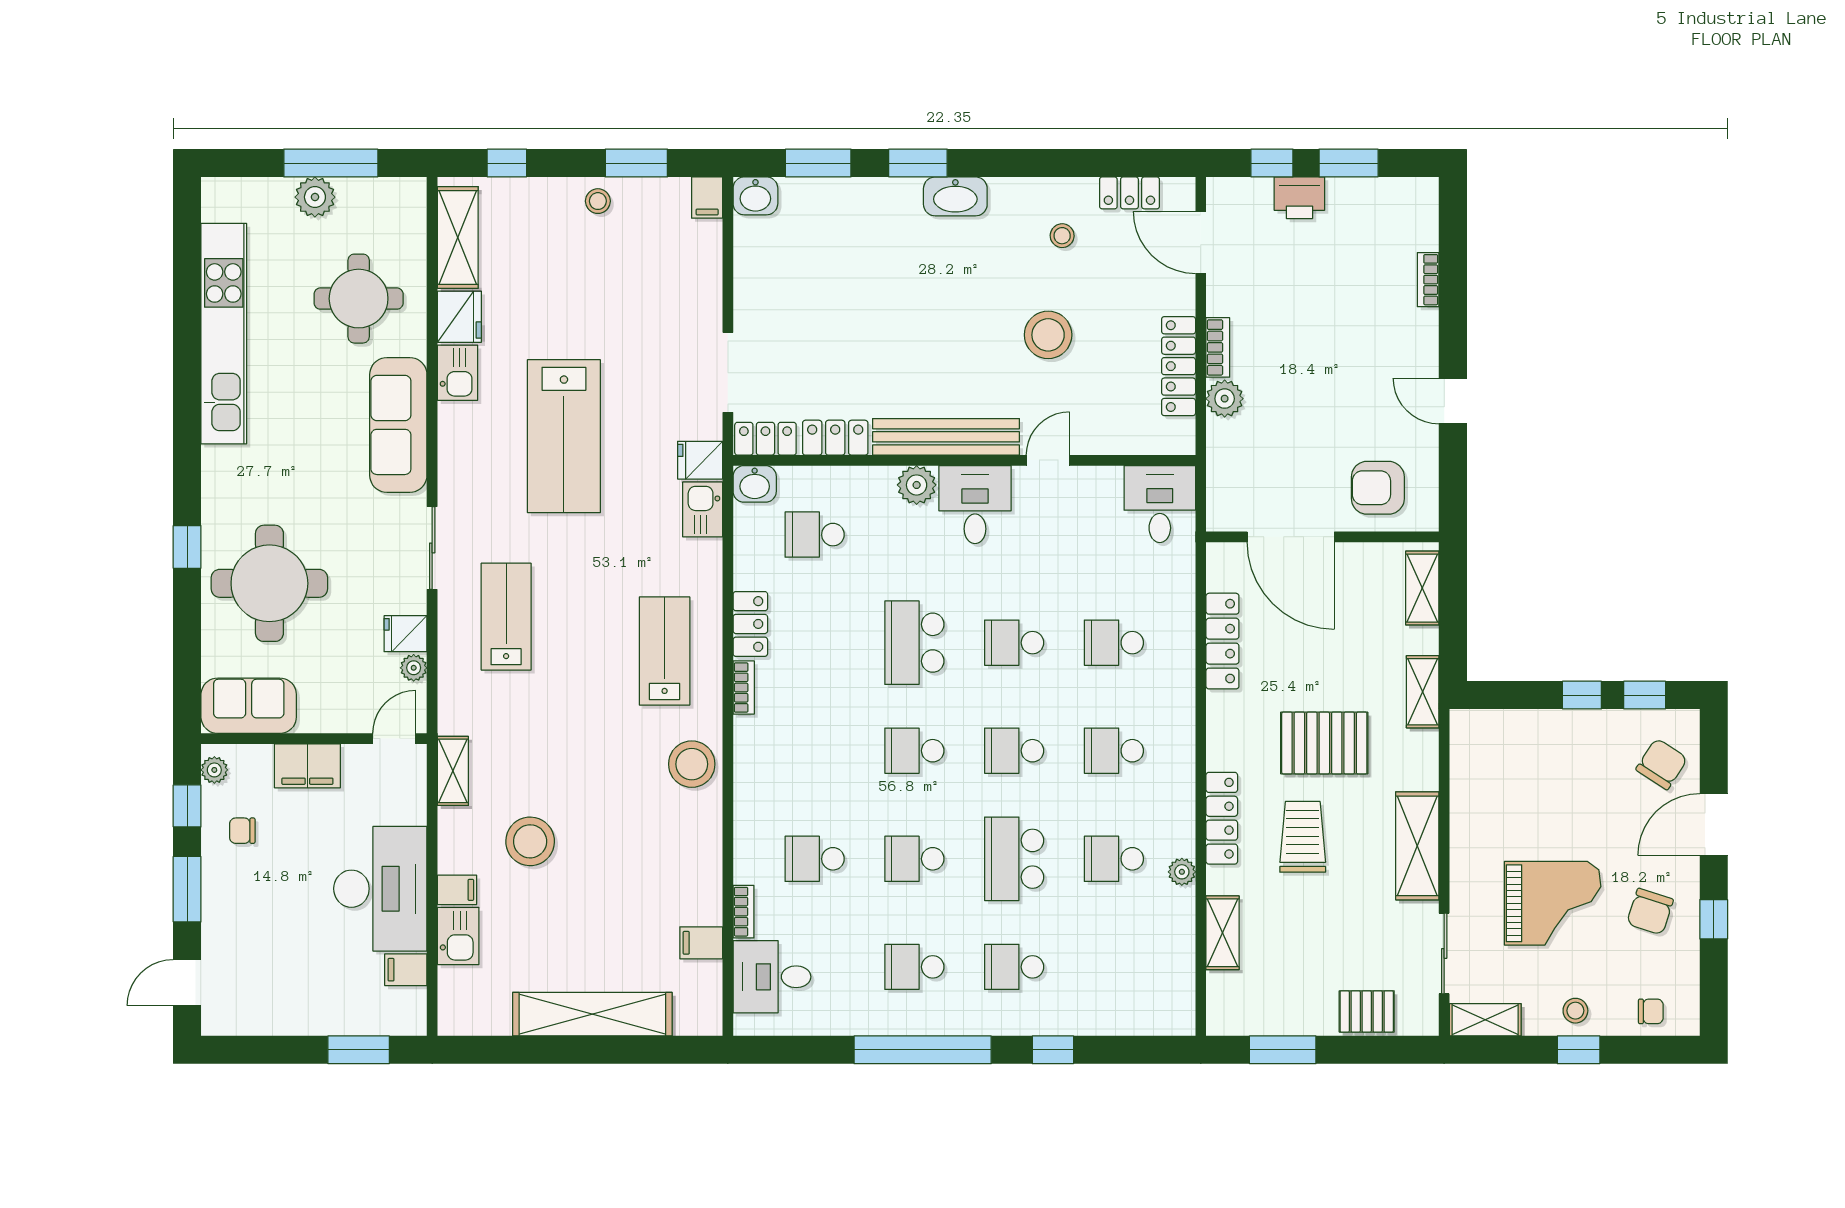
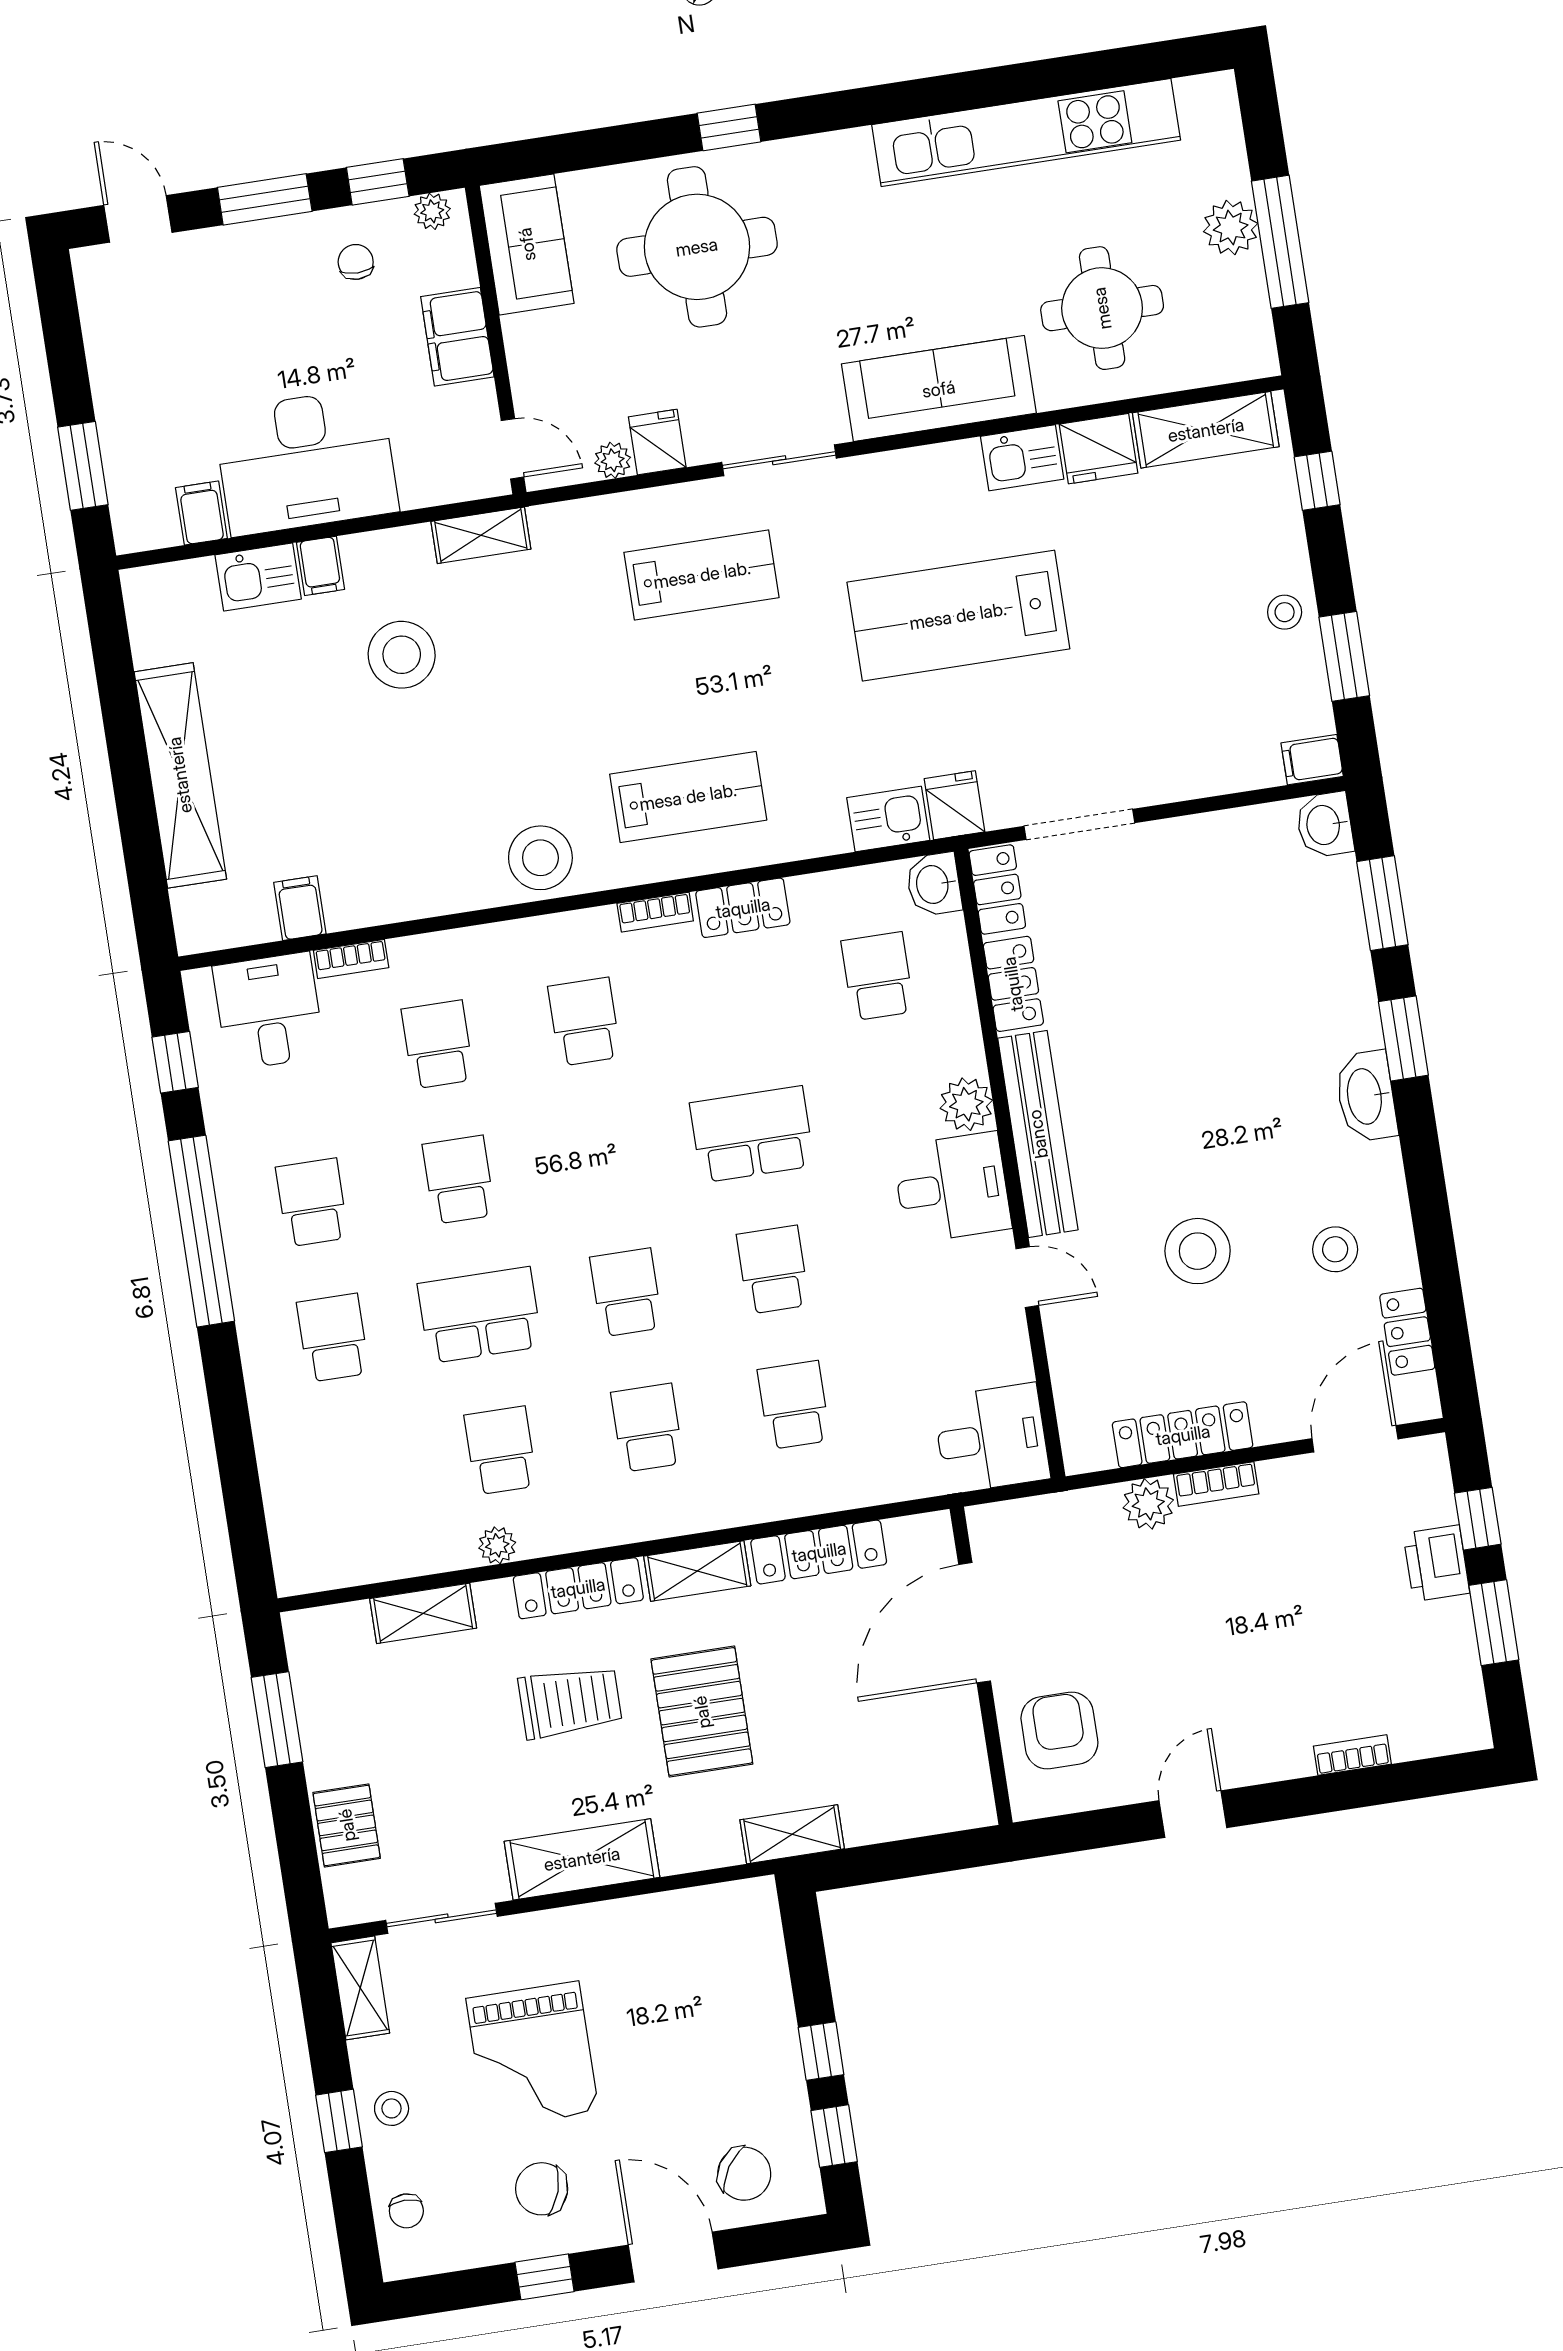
stool: (1062, 236) -> (1335, 1249), width x1.37, depth x1.37
shelving: (1422, 588) -> (697, 1571), moved
school desk: (914, 751) -> (584, 1022), moved
window: (1053, 1050) -> (175, 1062), moved

